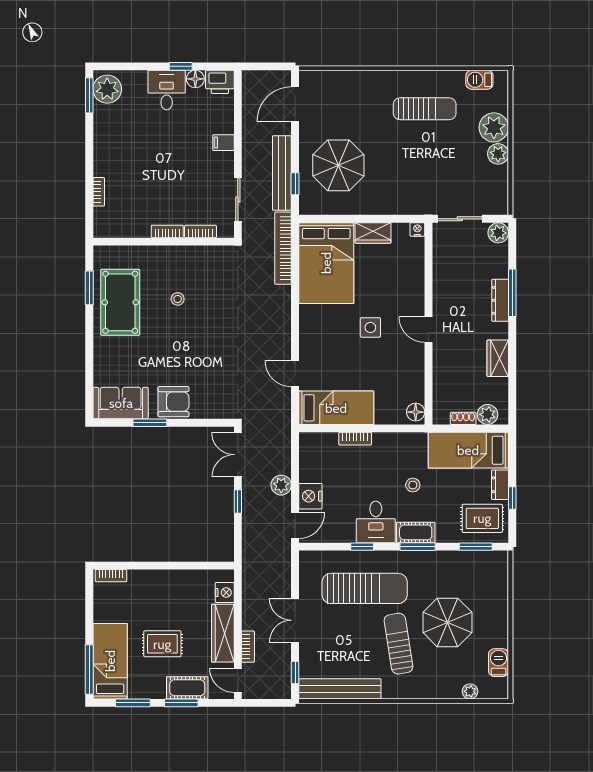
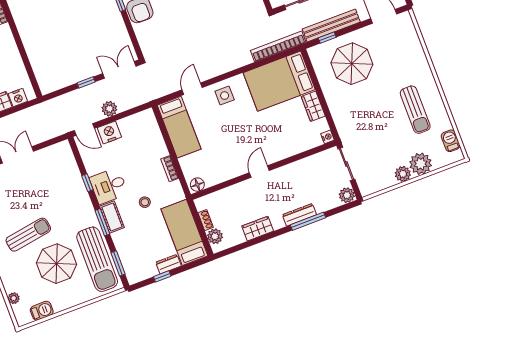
side table: (370, 327) -> (225, 96), moved
bookcase: (355, 439) -> (170, 169), moved
rug: (482, 518) -> (140, 260), removed
sun lounger: (365, 588) -> (97, 259), moved

